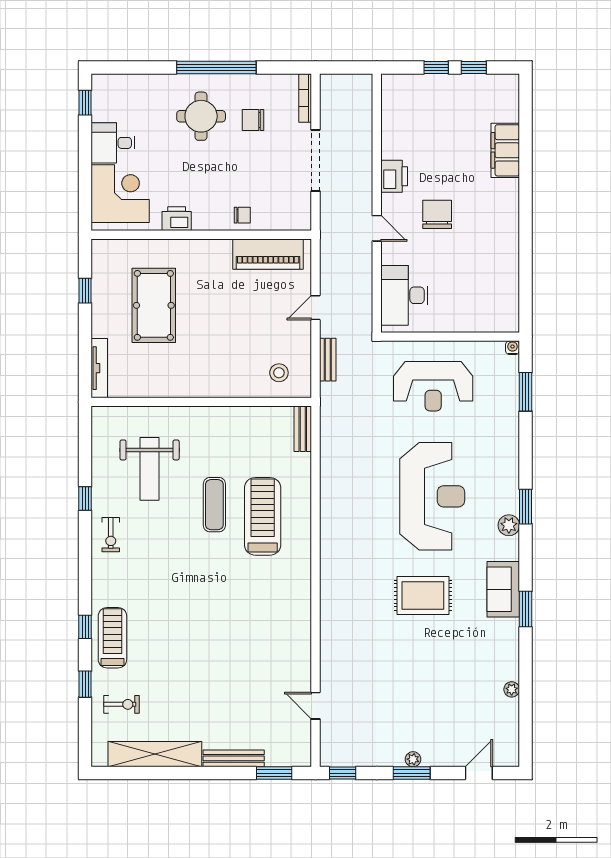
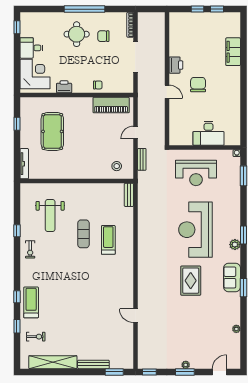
desk: (404, 295) -> (208, 133), moved, turned -90
reception desk: (432, 496) -> (195, 230), turned 180
treadmill: (263, 516) -> (108, 240), width x0.73, depth x0.73
rug: (423, 595) -> (191, 281), turned 90
door: (316, 706) -> (135, 316), moved

